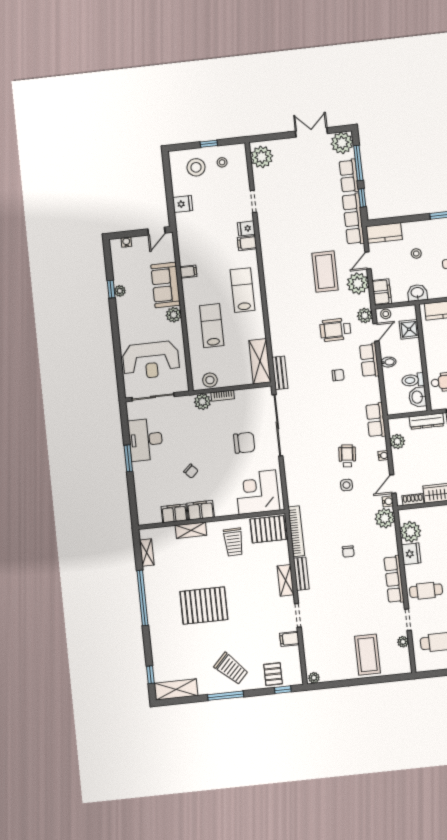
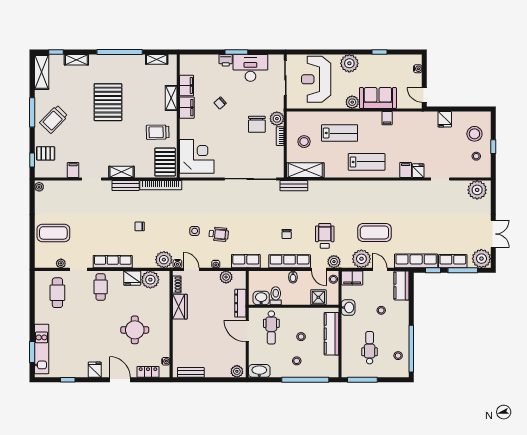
plant: (120, 291) -> (349, 63), moved, width x1.88, depth x1.88
row of seats: (369, 360) -> (290, 261), width x1.48
stool: (210, 380) -> (304, 142), moved
chair: (244, 443) -> (257, 124), moved
printer: (139, 470) -> (226, 60), added
shelving: (157, 649) -> (76, 60), added

